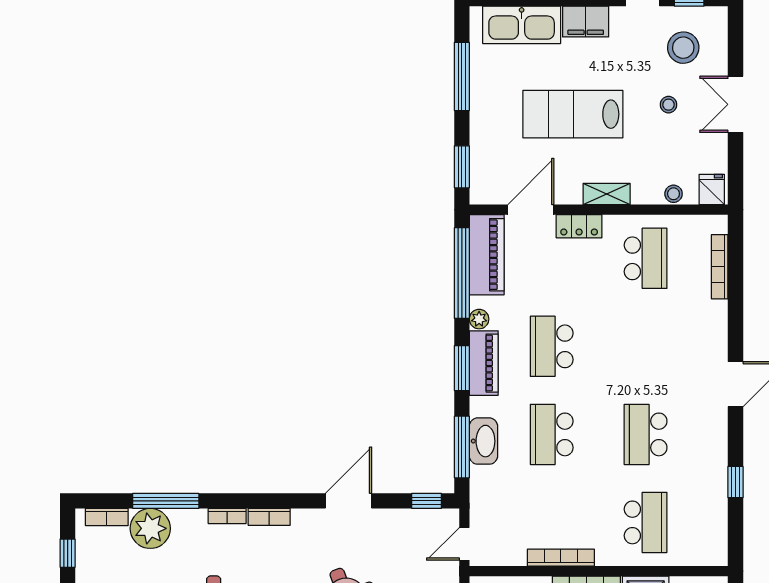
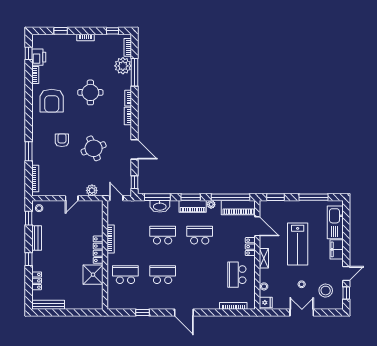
lab bench: (573, 114) -> (298, 244), turned 180
school desk: (646, 258) -> (237, 275), turned 90
school desk: (646, 522) -> (125, 275), turned 180

